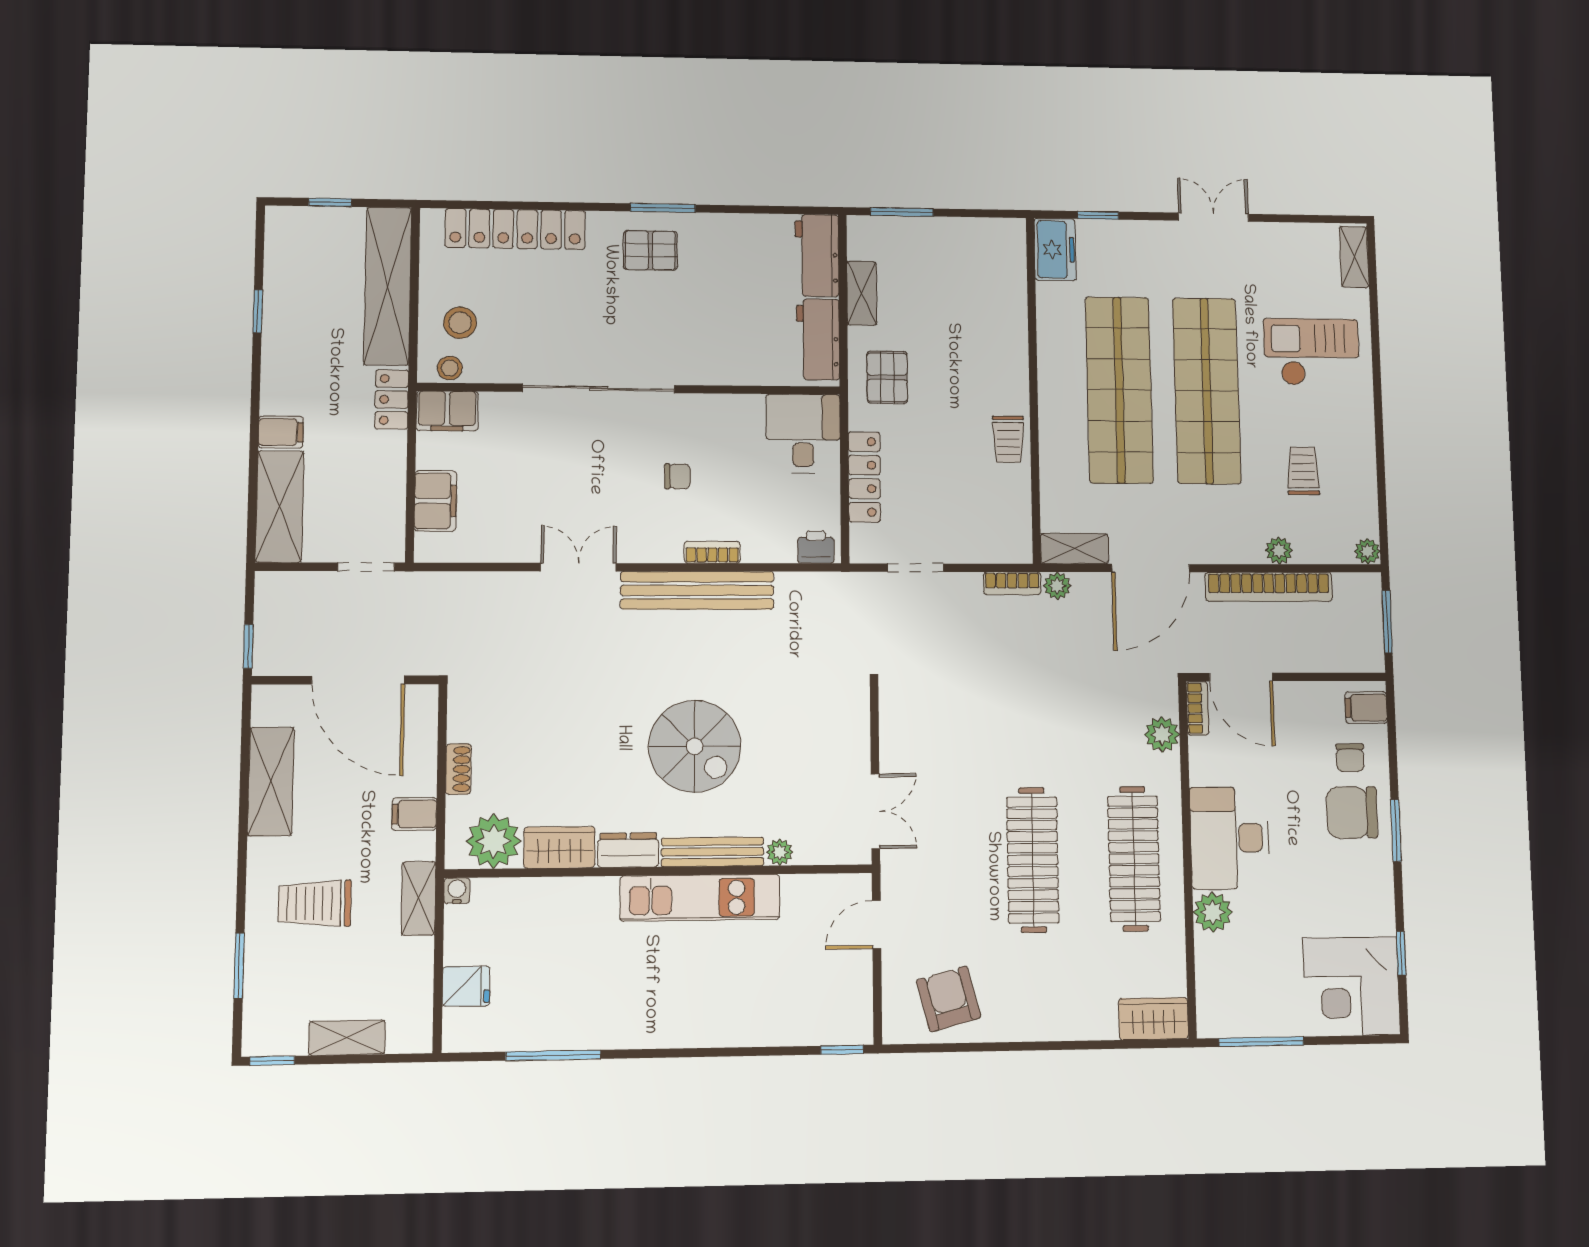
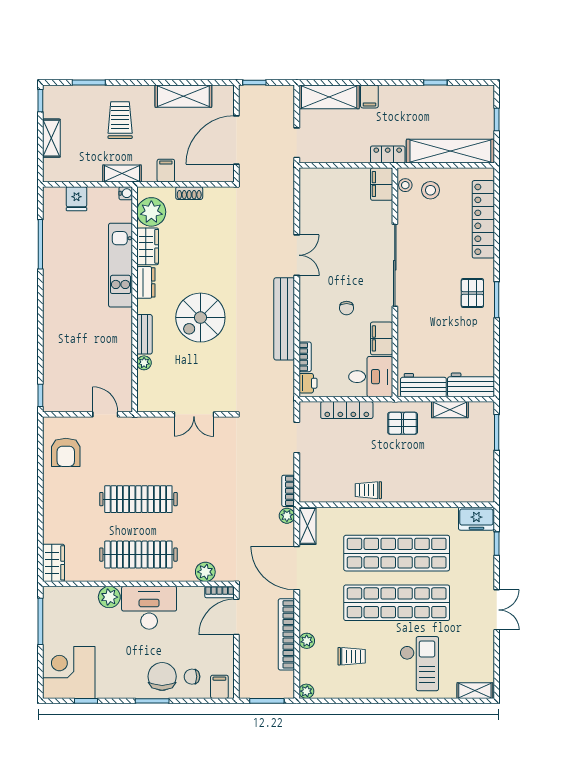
filing cabinet: (435, 501) -> (382, 338), moved, turned 90
bookcase: (712, 552) -> (305, 357), moved
double door: (875, 811) -> (194, 414), moved
bench: (713, 852) -> (144, 334), width x0.73
kitchen unit: (700, 898) -> (121, 265), moved
armchair: (949, 999) -> (66, 452), turned 105

